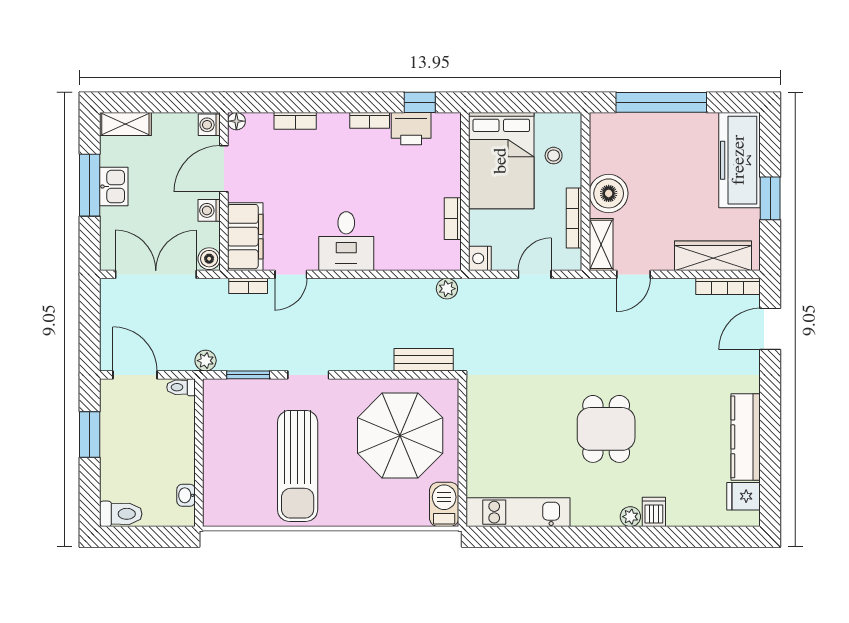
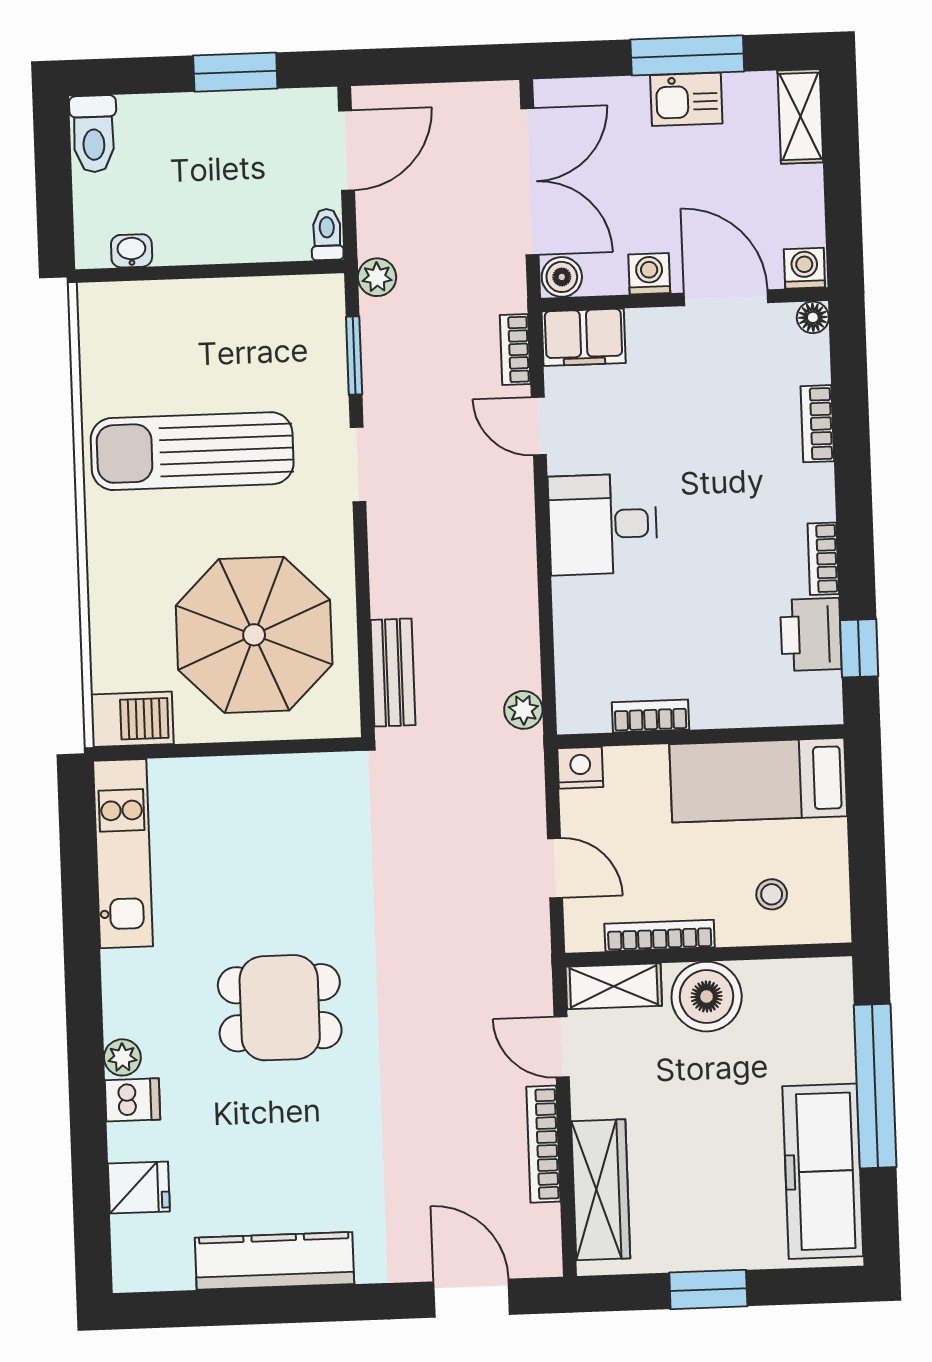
freezer: (739, 160) -> (823, 1171), moved, turned -90
bed: (501, 161) -> (758, 780), width x0.67
filing cabinet: (245, 237) -> (584, 337), width x0.67, depth x0.86
bookcase: (728, 286) -> (543, 1144), moved
fridge: (743, 496) -> (139, 1187), moved, turned 90

